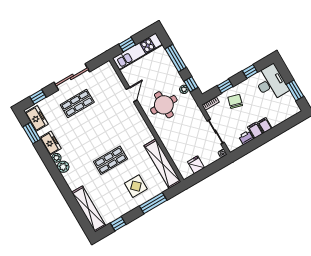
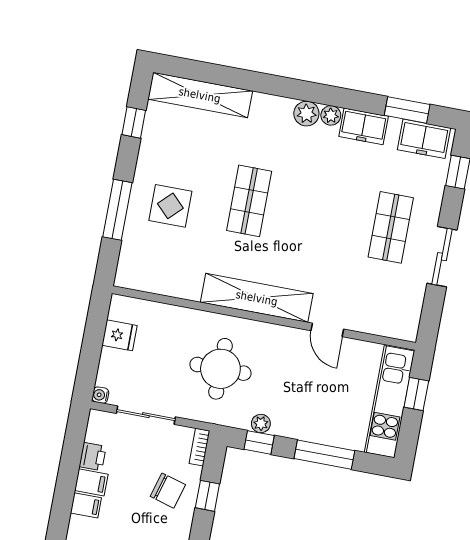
sliding door: (72, 77) -> (442, 257), width x0.73
round table: (164, 105) -> (220, 369), moved
shelving: (162, 164) -> (257, 298), moved

